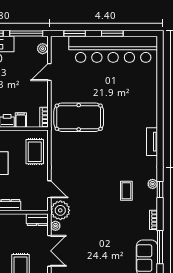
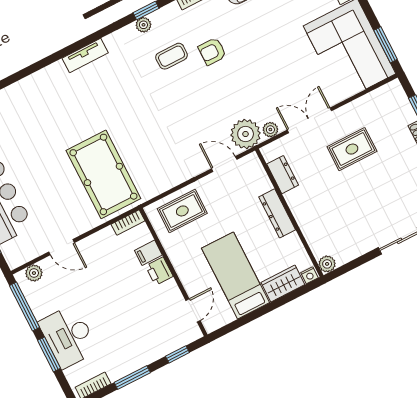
door: (49, 189) -> (224, 164), hinge flipped
armchair: (117, 215) -> (212, 51), added
dresser: (37, 220) -> (283, 175), moved

